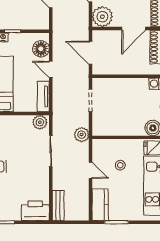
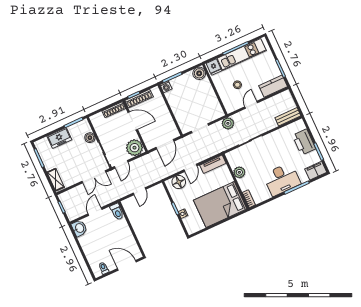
plant: (40, 122) -> (239, 172), moved
printer: (35, 211) -> (304, 142), moved

